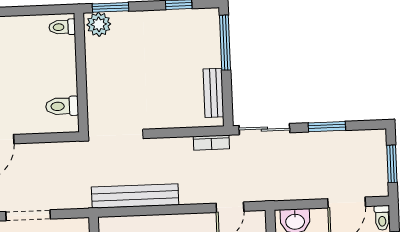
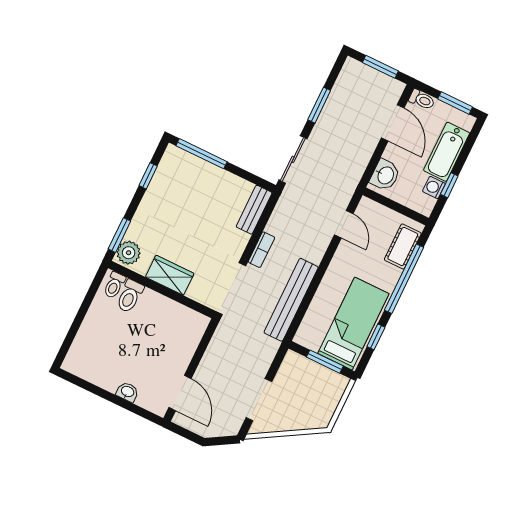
wardrobe: (98, 73) -> (170, 275), added
bench: (213, 93) -> (254, 210), moved, turned 90
toilet: (62, 106) -> (130, 296), moved
bookcase: (211, 143) -> (261, 250), moved

